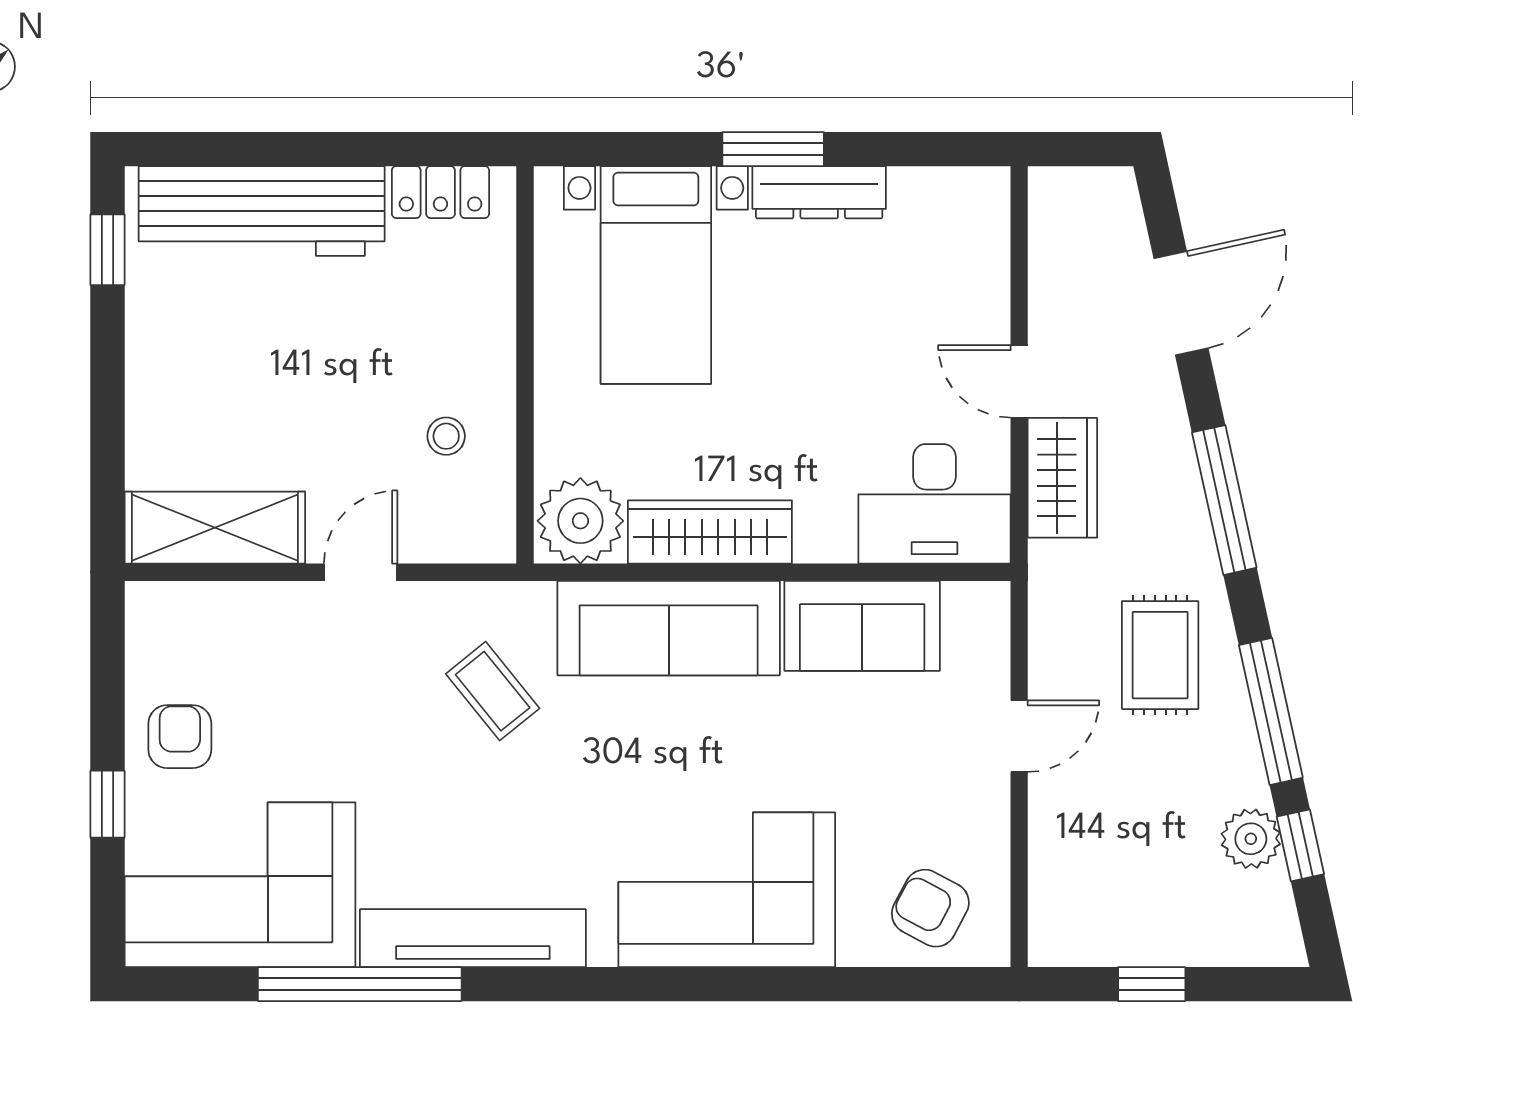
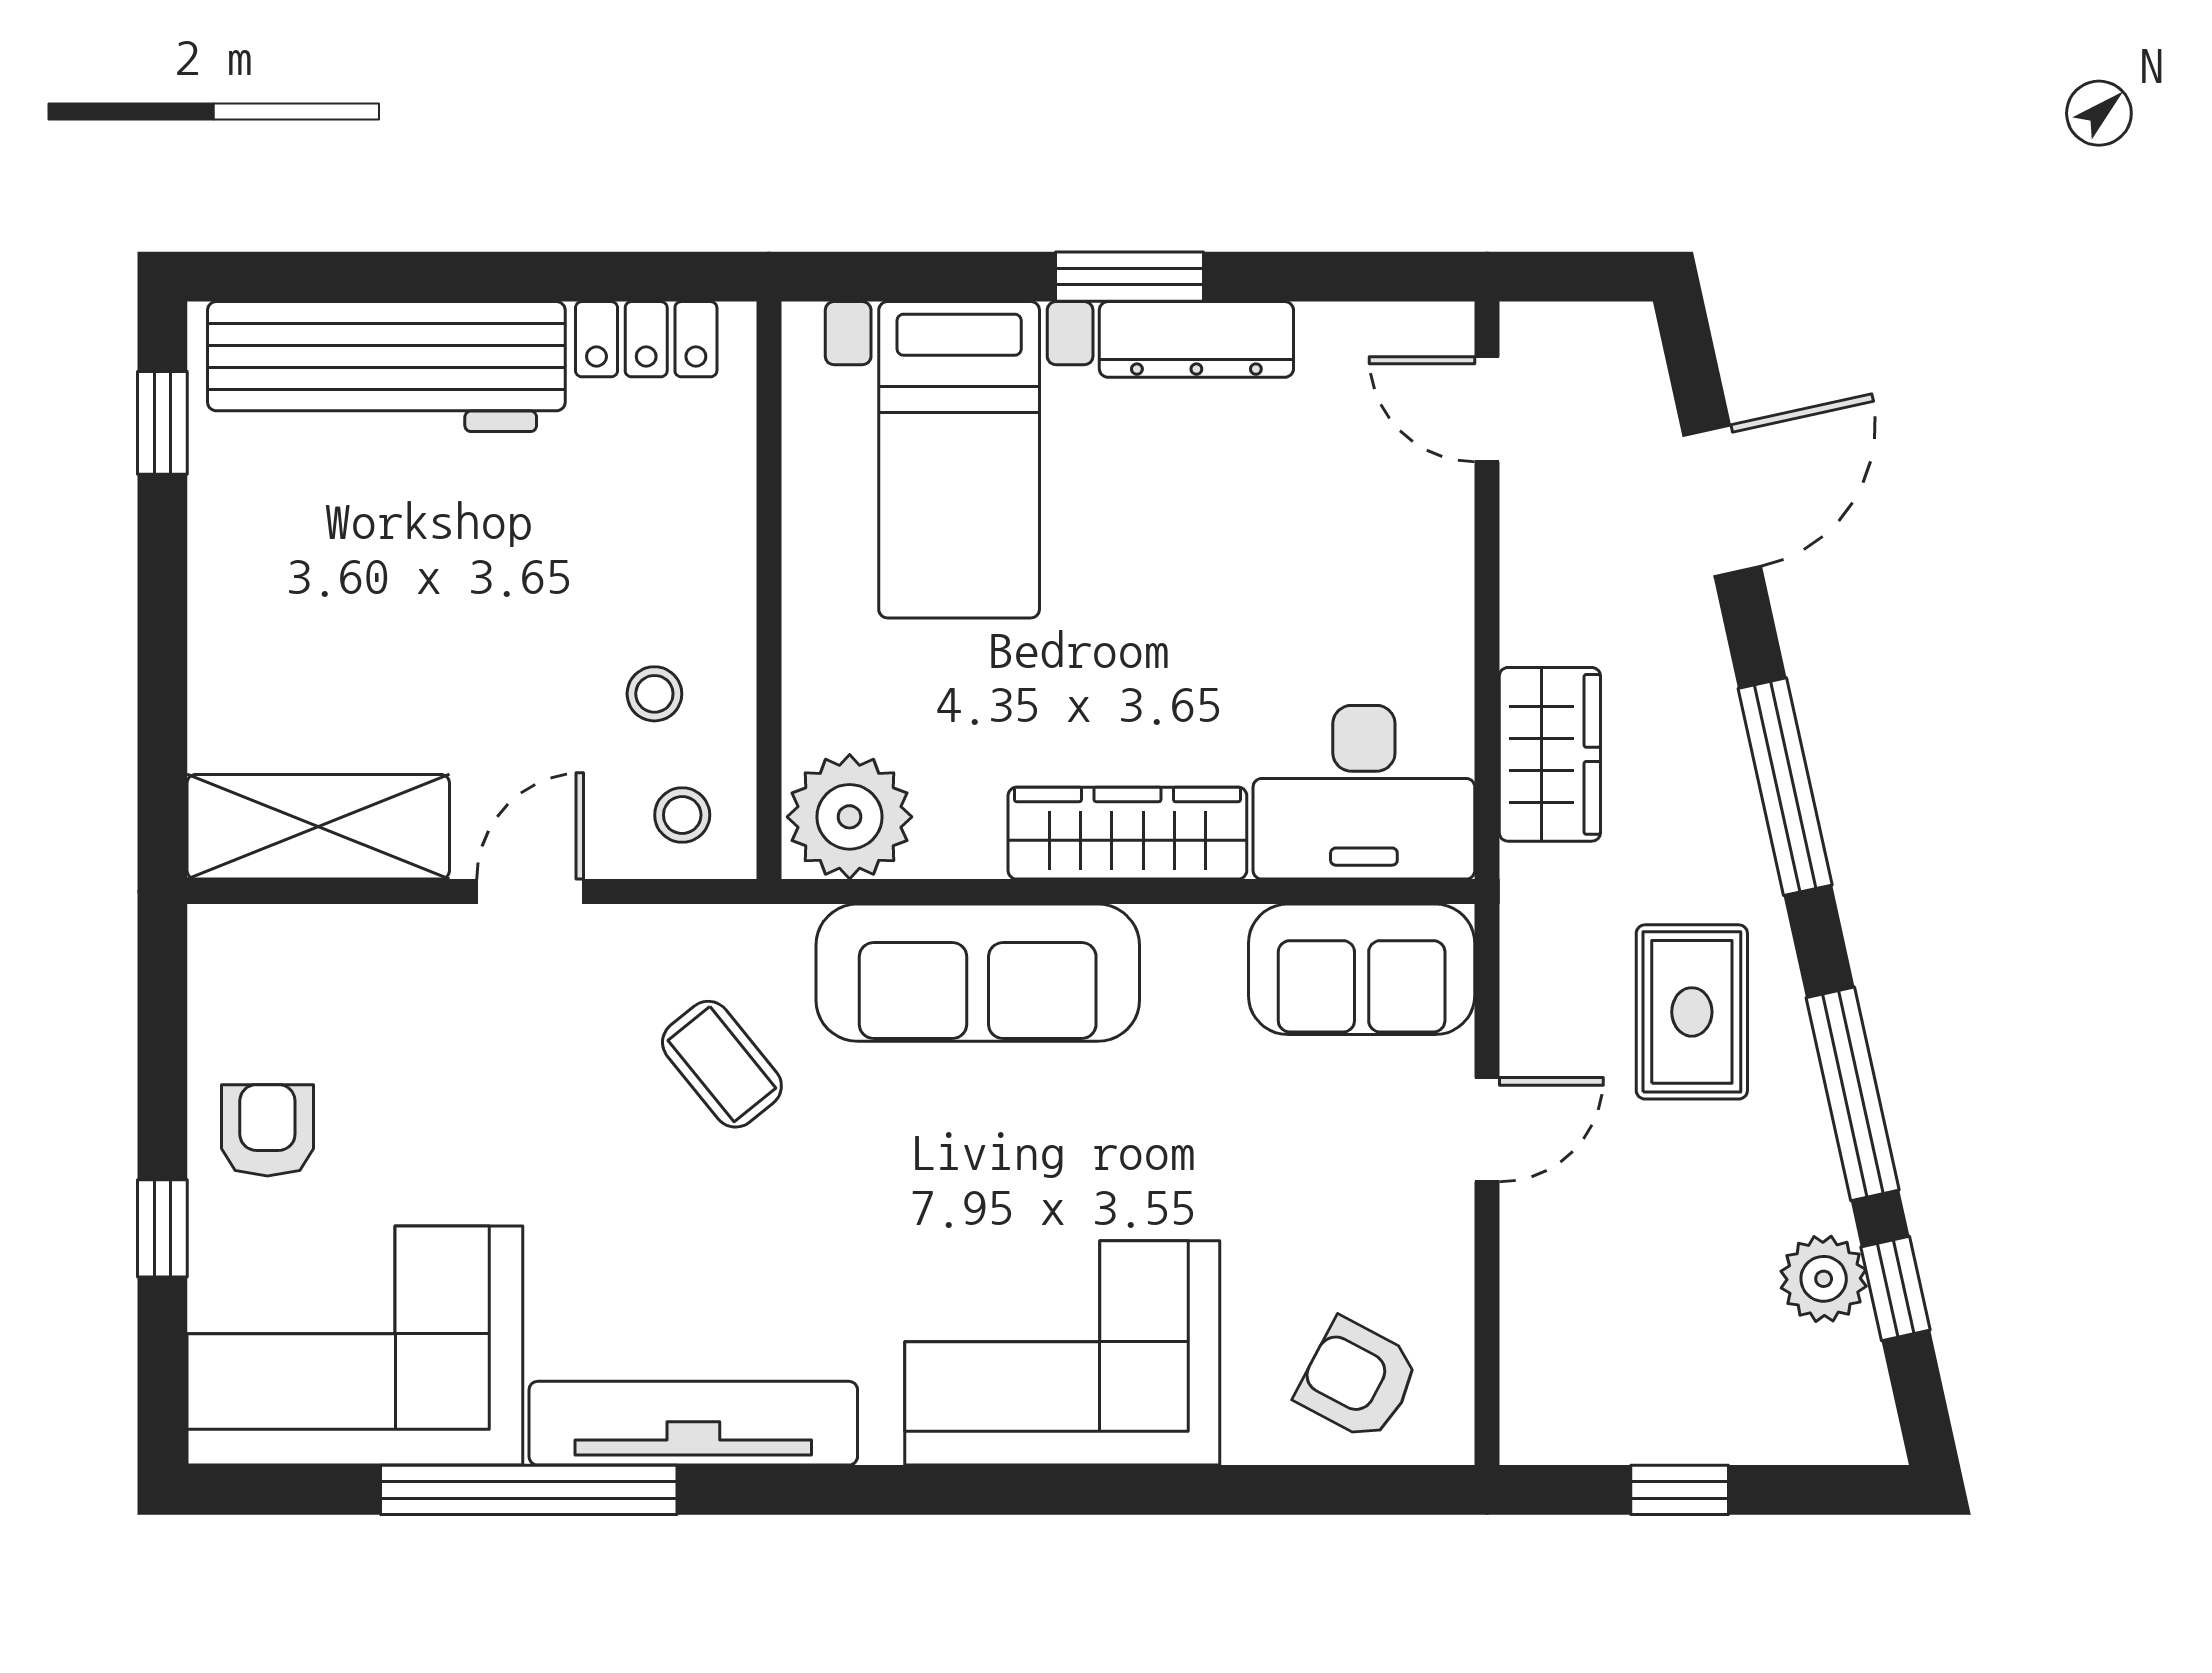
door: (1019, 381) -> (1487, 409), moved
stool: (465, 520) -> (682, 815), added
wardrobe: (710, 532) -> (1127, 833), moved
sofa: (862, 626) -> (1362, 969), moved

